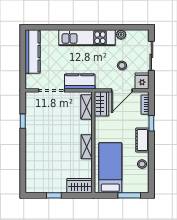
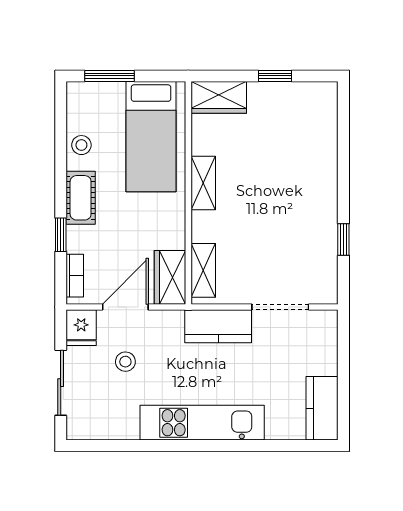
plant: (121, 35) -> (127, 429), removed
kitchen counter: (32, 52) -> (322, 408), width x0.67

